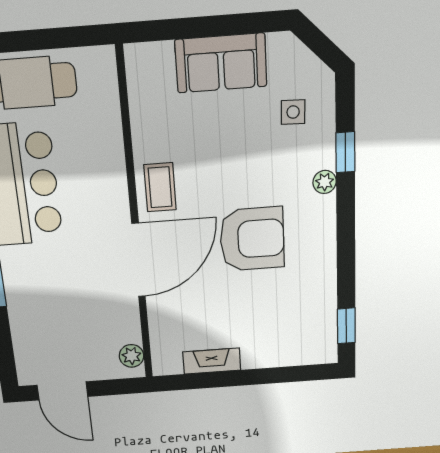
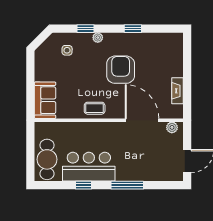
sofa: (221, 63) -> (45, 100), moved
door: (139, 260) -> (142, 120), moved
window: (346, 326) -> (133, 29), moved

